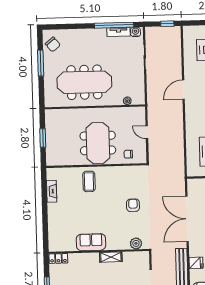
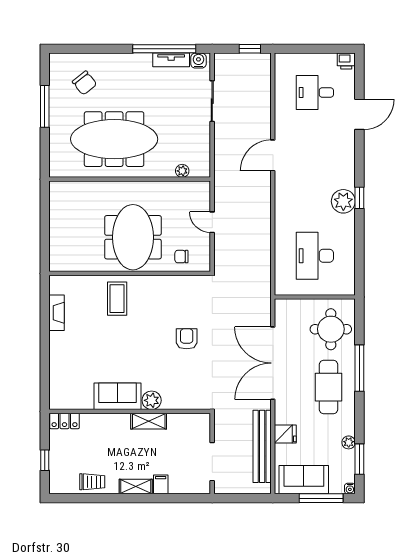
chair: (53, 44) -> (85, 83), moved
window: (43, 138) -> (45, 227), removed
plant: (136, 243) -> (152, 400), moved

